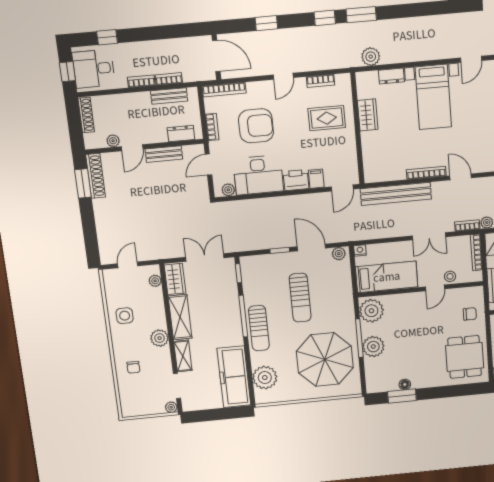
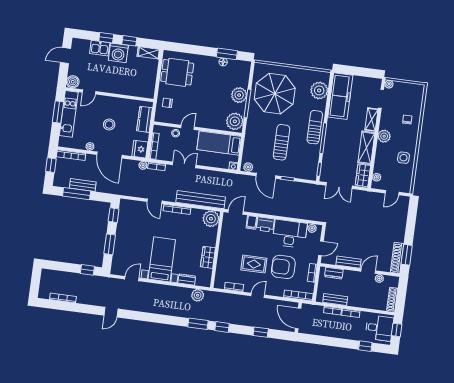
rug: (327, 118) -> (254, 264), moved
plant: (375, 171) -> (211, 219), added
dining table: (465, 357) -> (177, 72), turned 90

